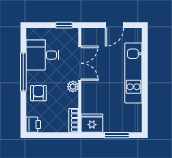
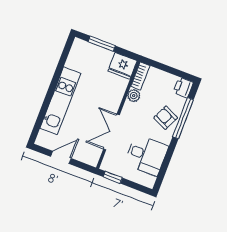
window: (23, 72) -> (183, 118), moved
plant: (73, 87) -> (134, 96), moved
armchair: (38, 93) -> (166, 118), turned 115

